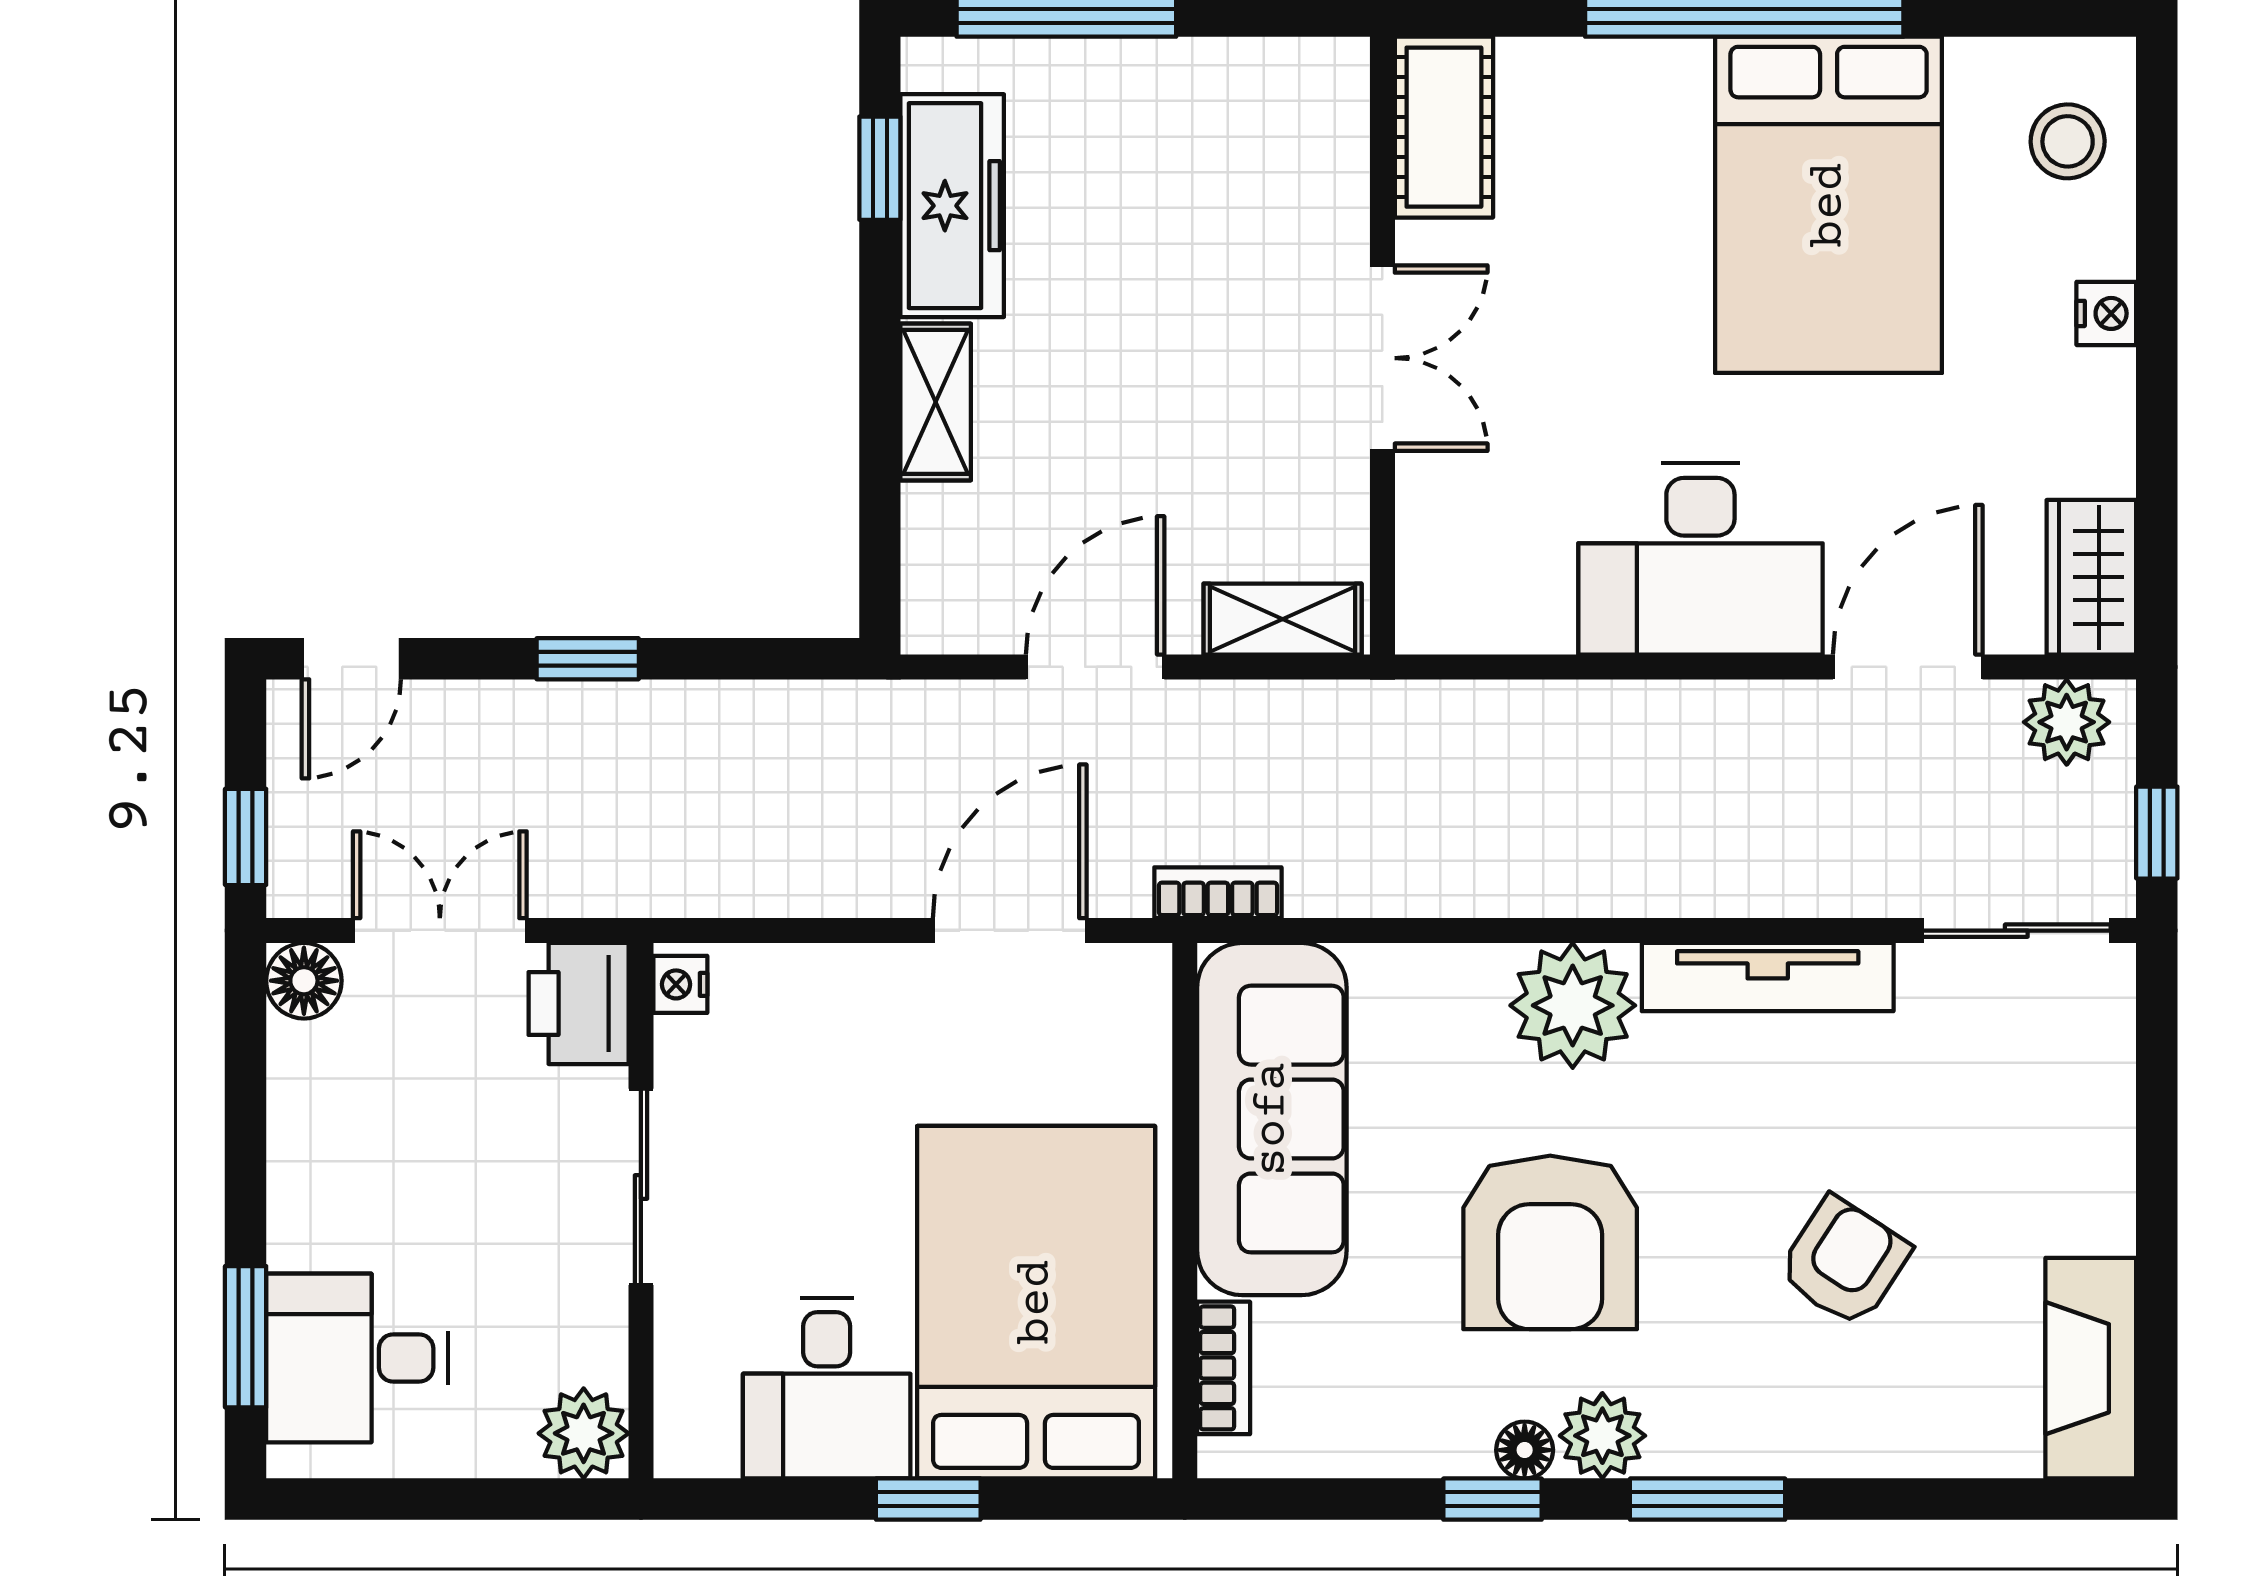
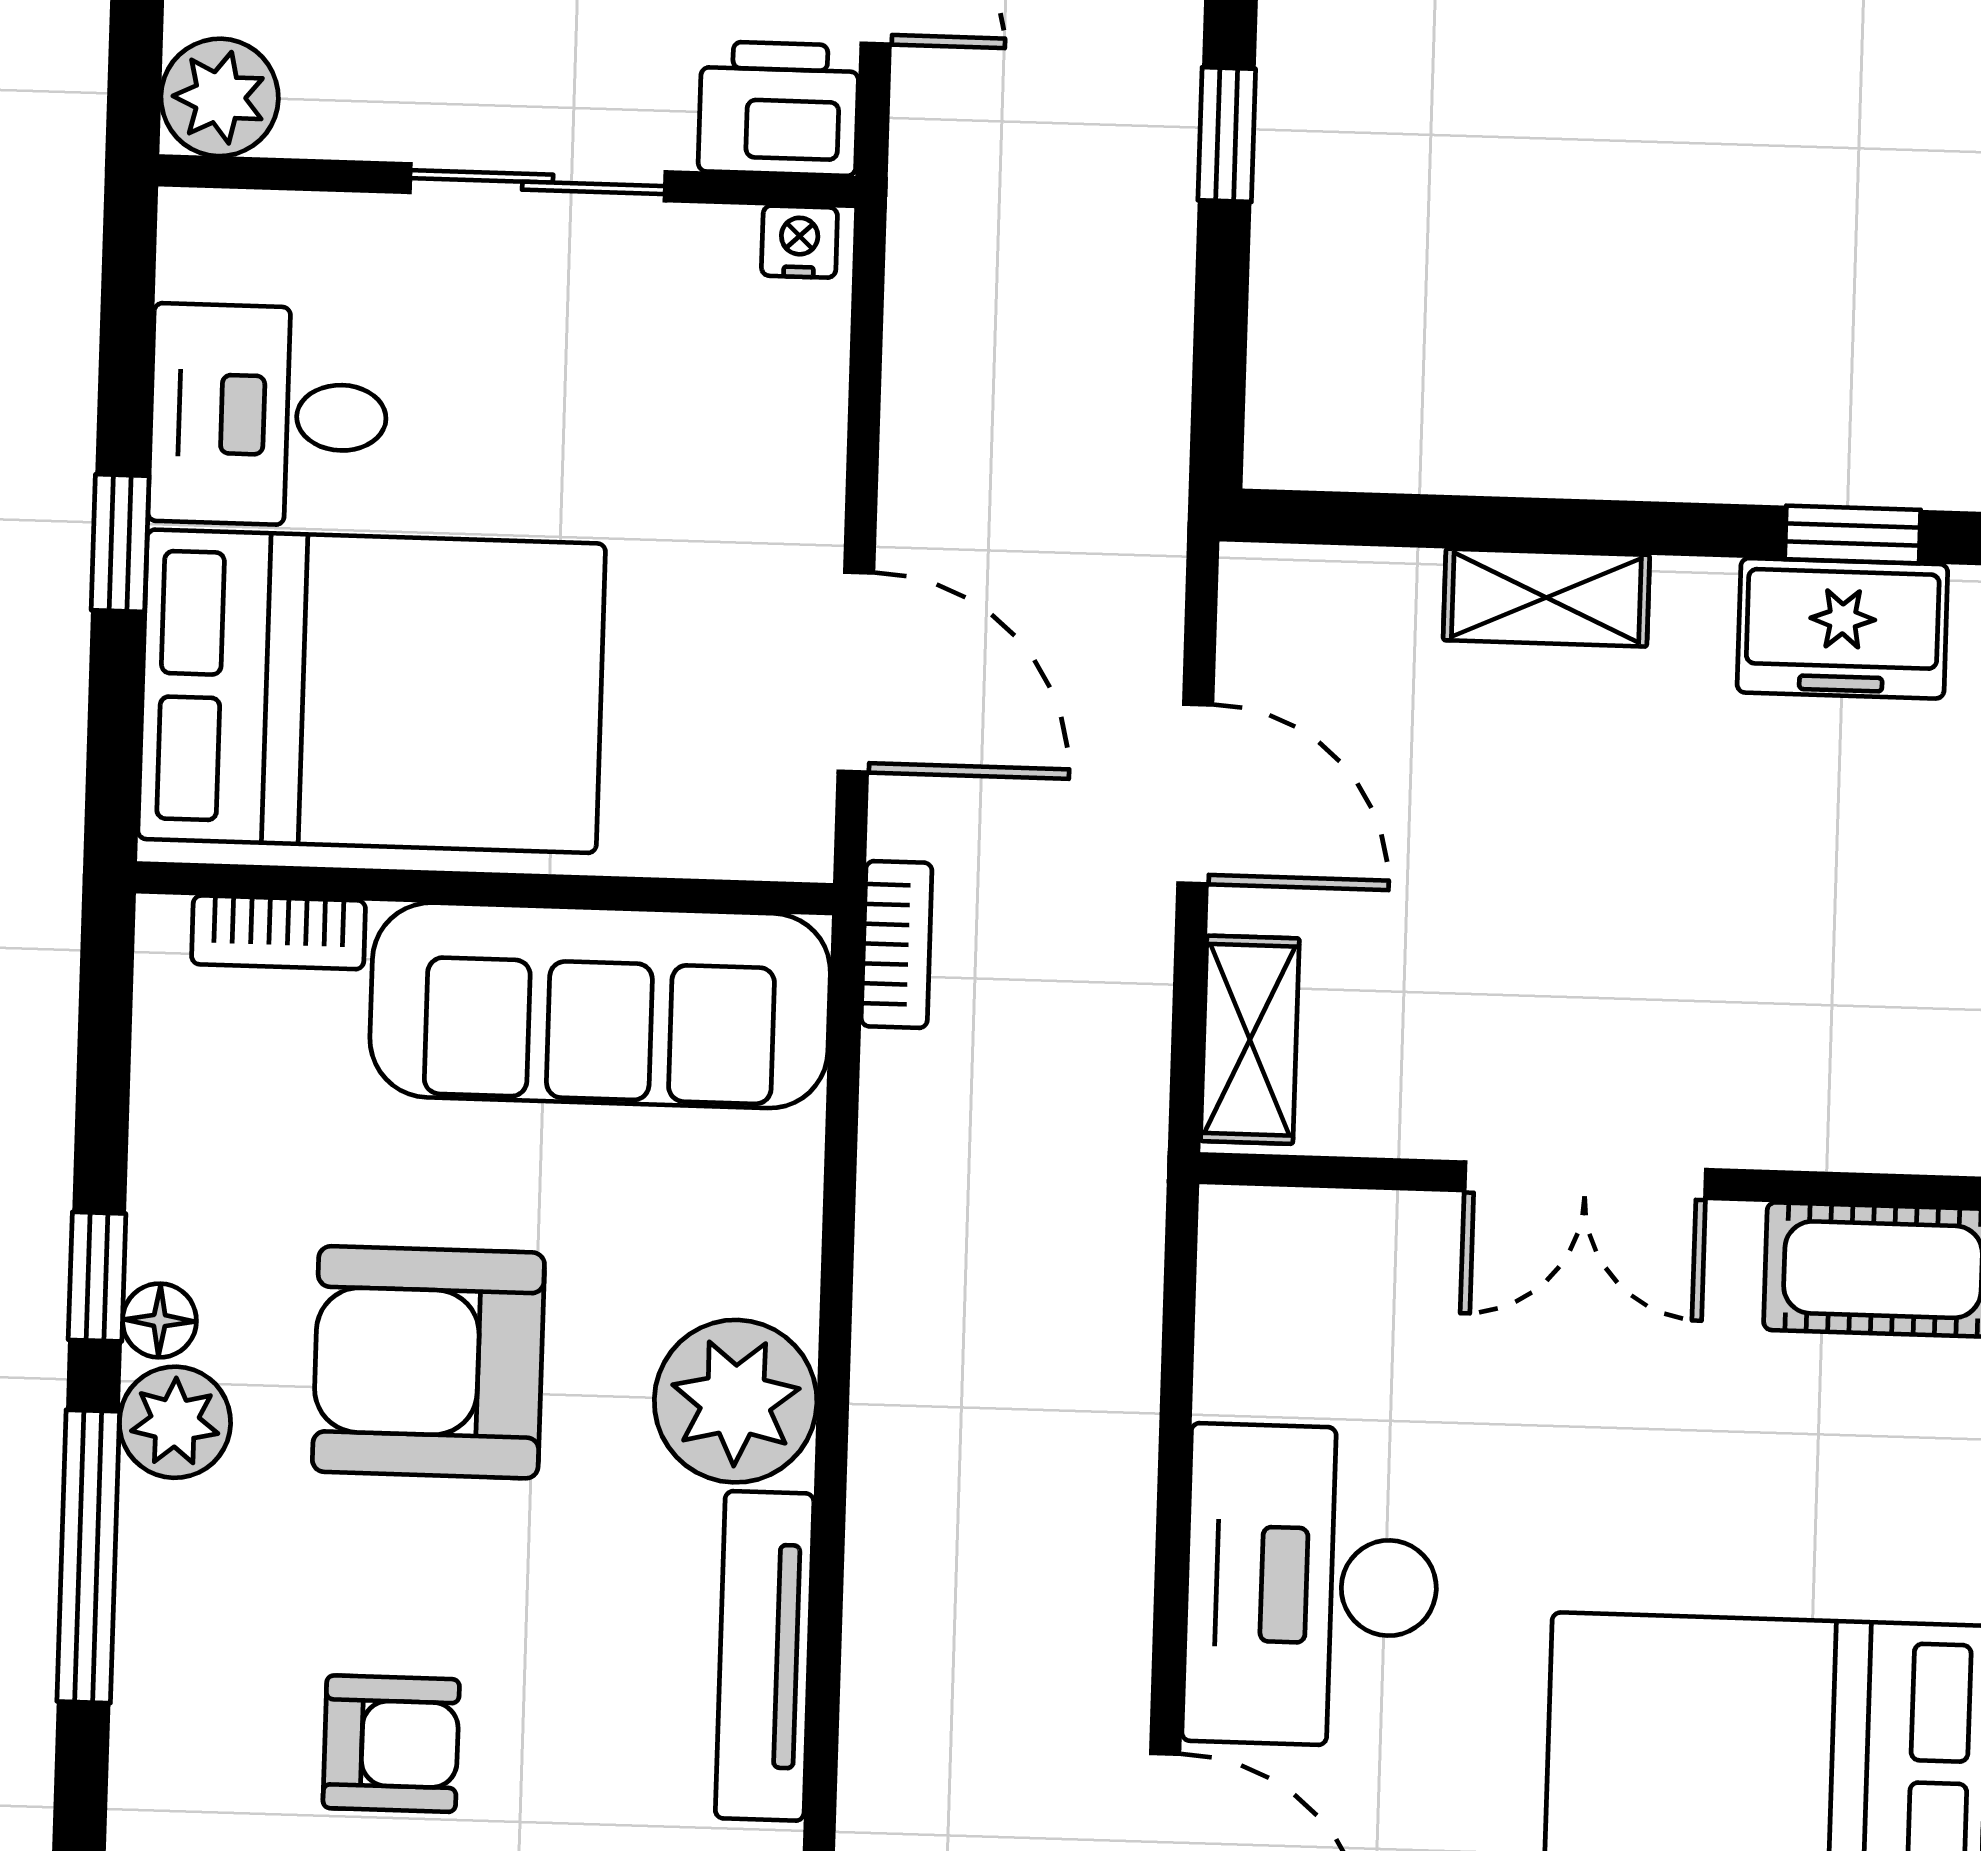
freezer: (952, 206) -> (1842, 628), width x0.71
armchair: (1844, 1262) -> (391, 1744), turned -33
window: (1708, 1499) -> (88, 1556), width x1.44

